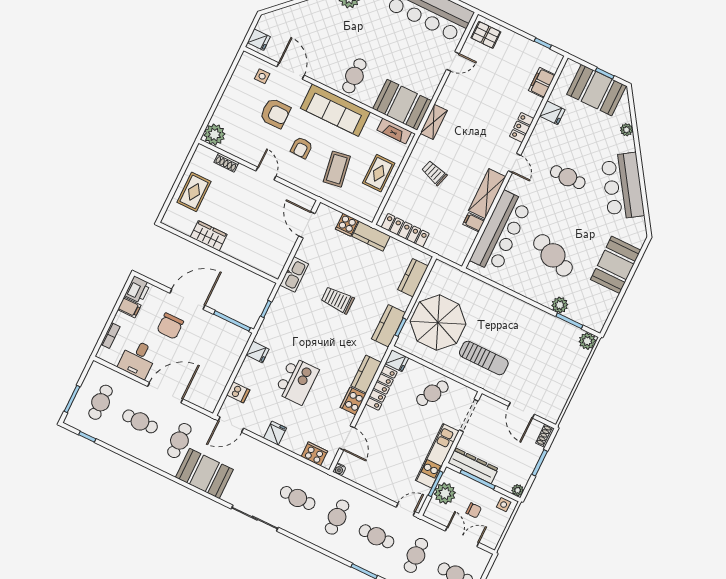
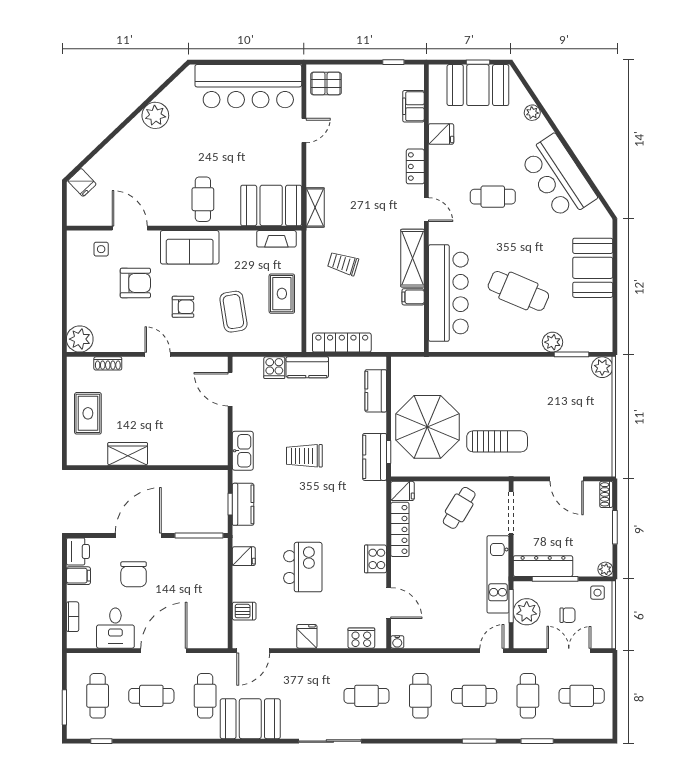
fridge: (259, 40) -> (82, 182), moved, turned 46
sofa: (335, 110) -> (190, 247), width x0.73
armchair: (302, 148) -> (183, 307), turned -91
kitchen counter: (366, 374) -> (243, 504), moved, turned 180

